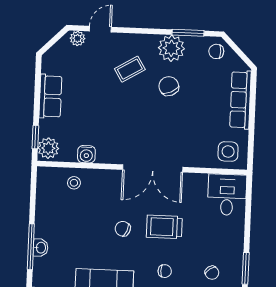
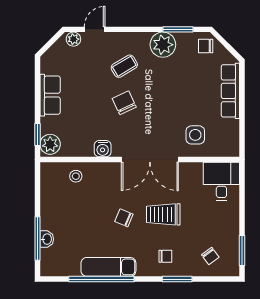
chair: (169, 86) -> (124, 103), moved
side table: (228, 151) -> (195, 135), moved
water cooler: (86, 154) -> (103, 149), moved

